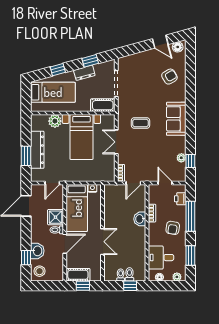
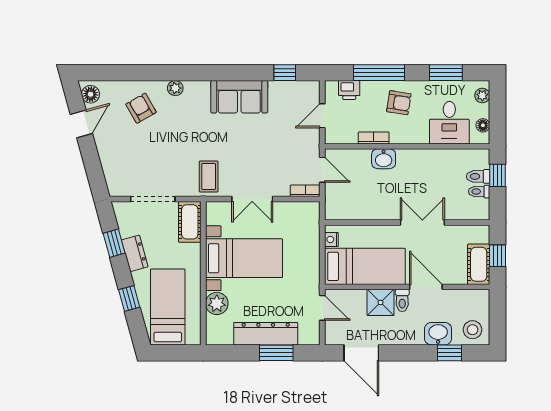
sofa: (176, 119) -> (239, 97), moved
coffee table: (140, 123) -> (209, 177), moved
plant: (181, 158) -> (175, 88), moved

